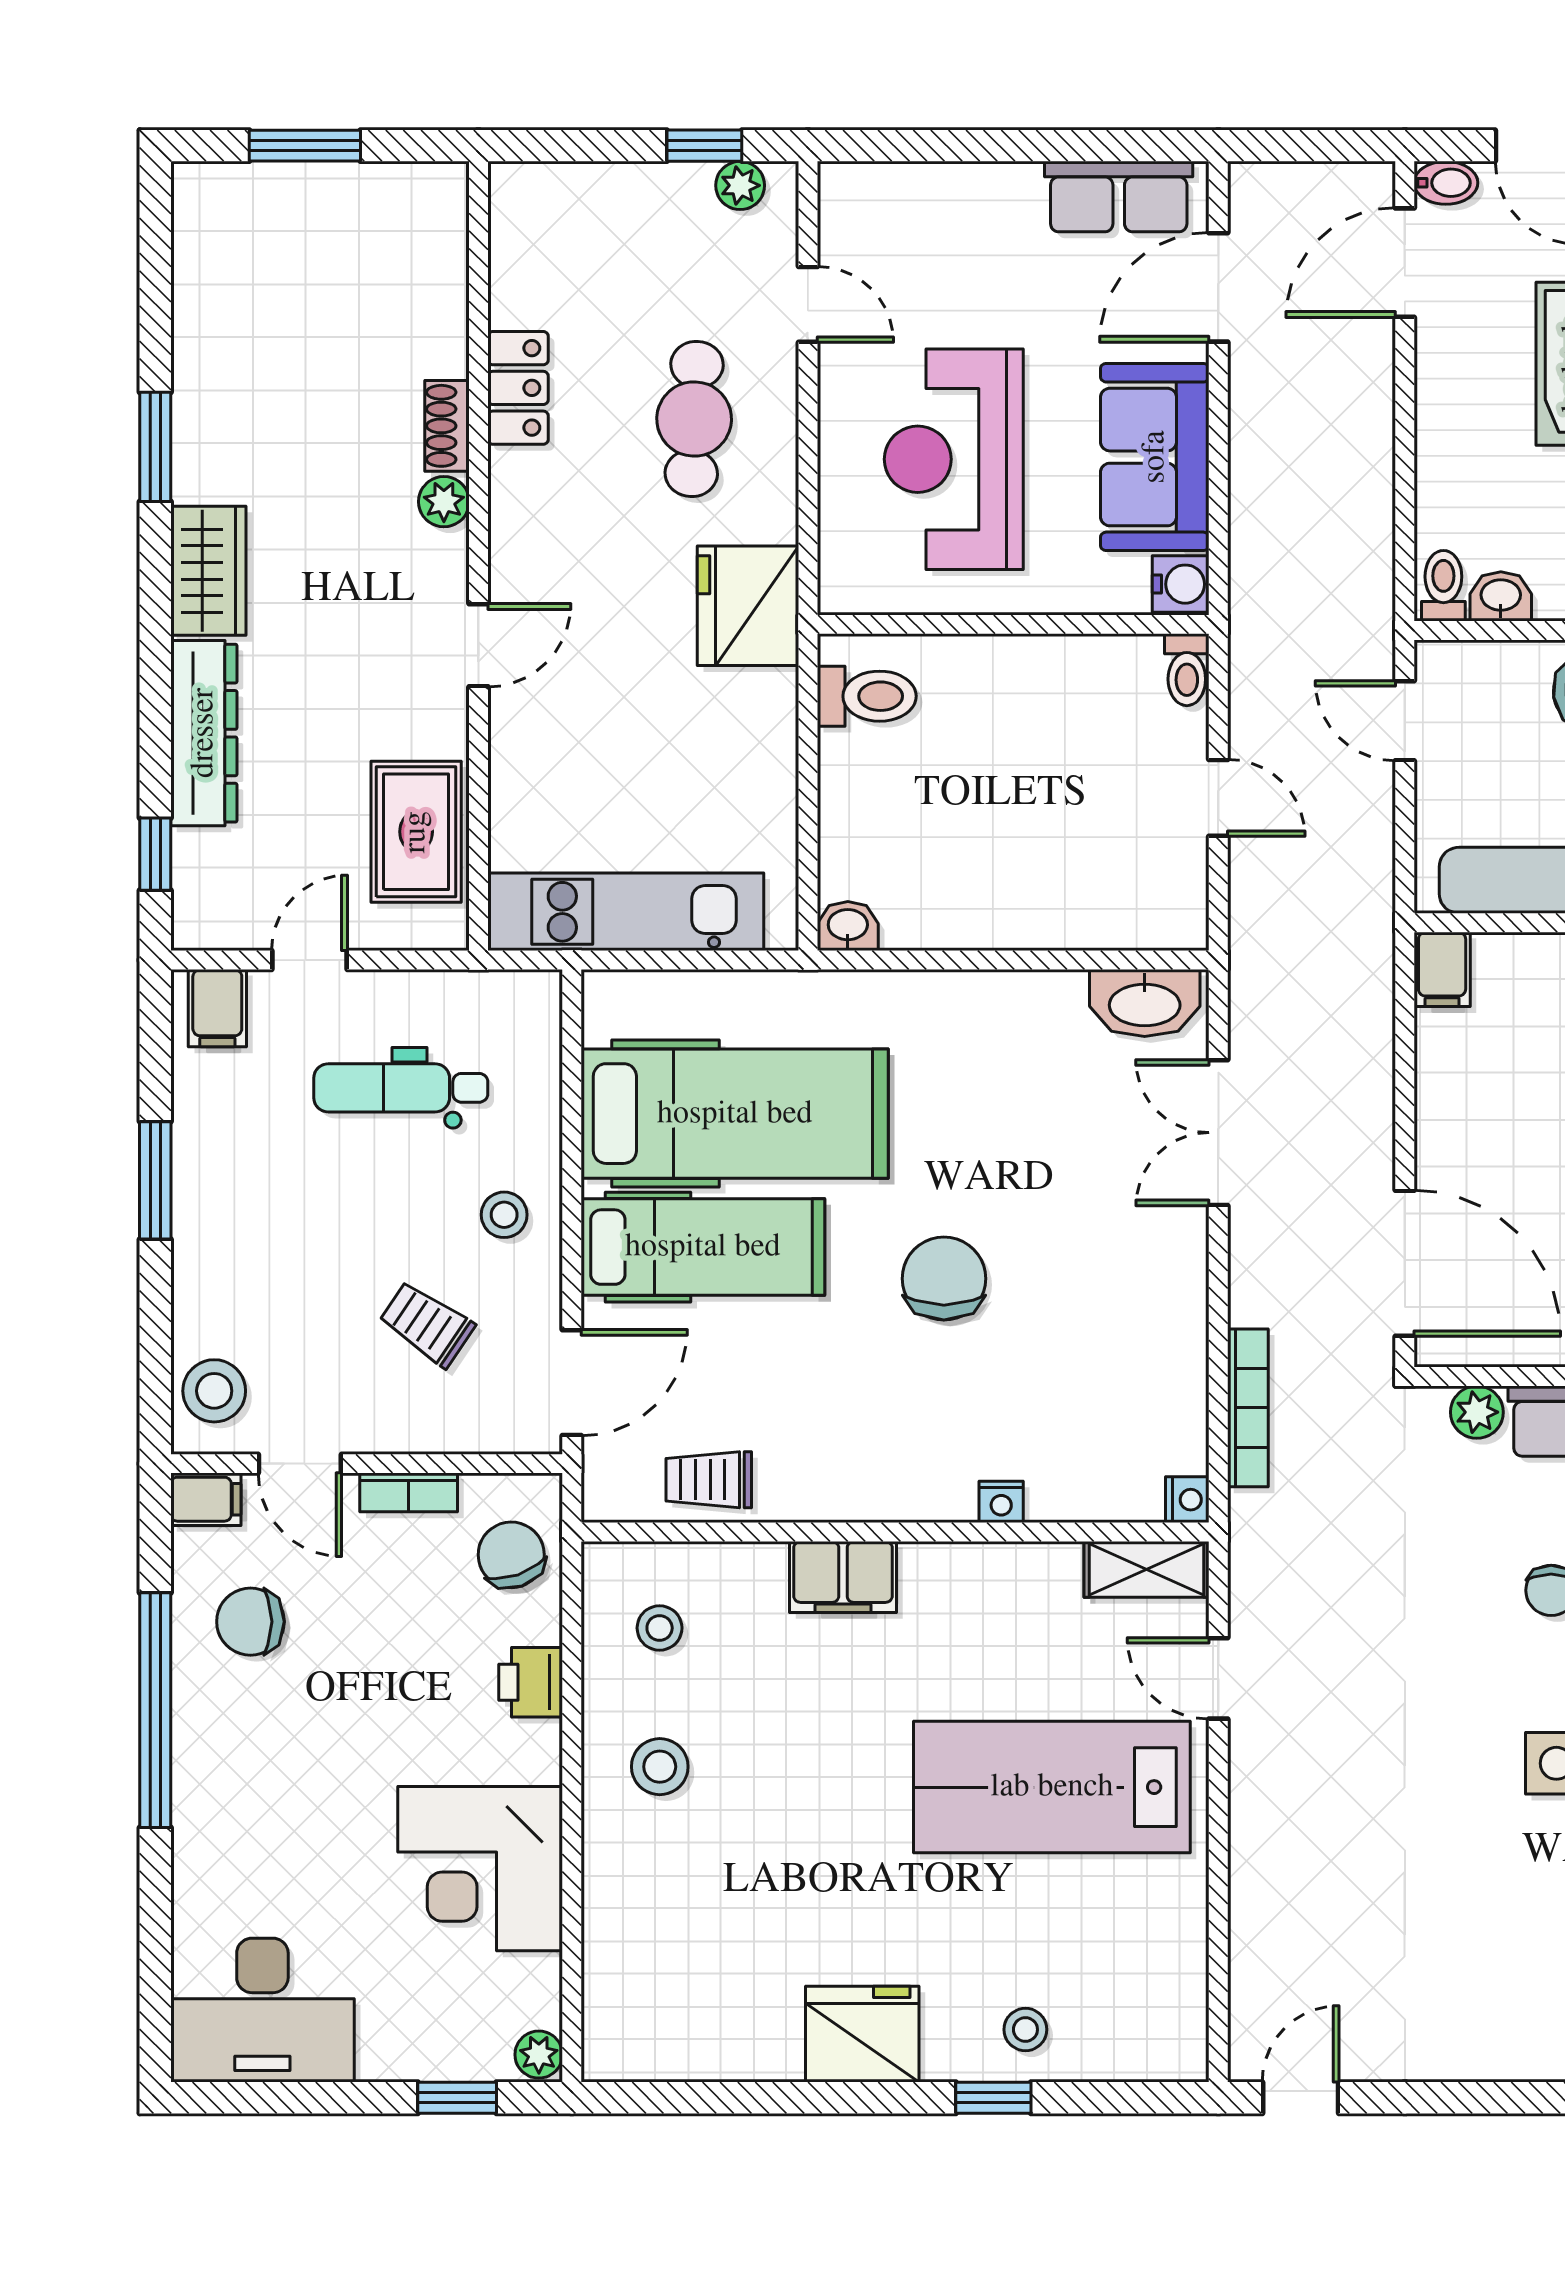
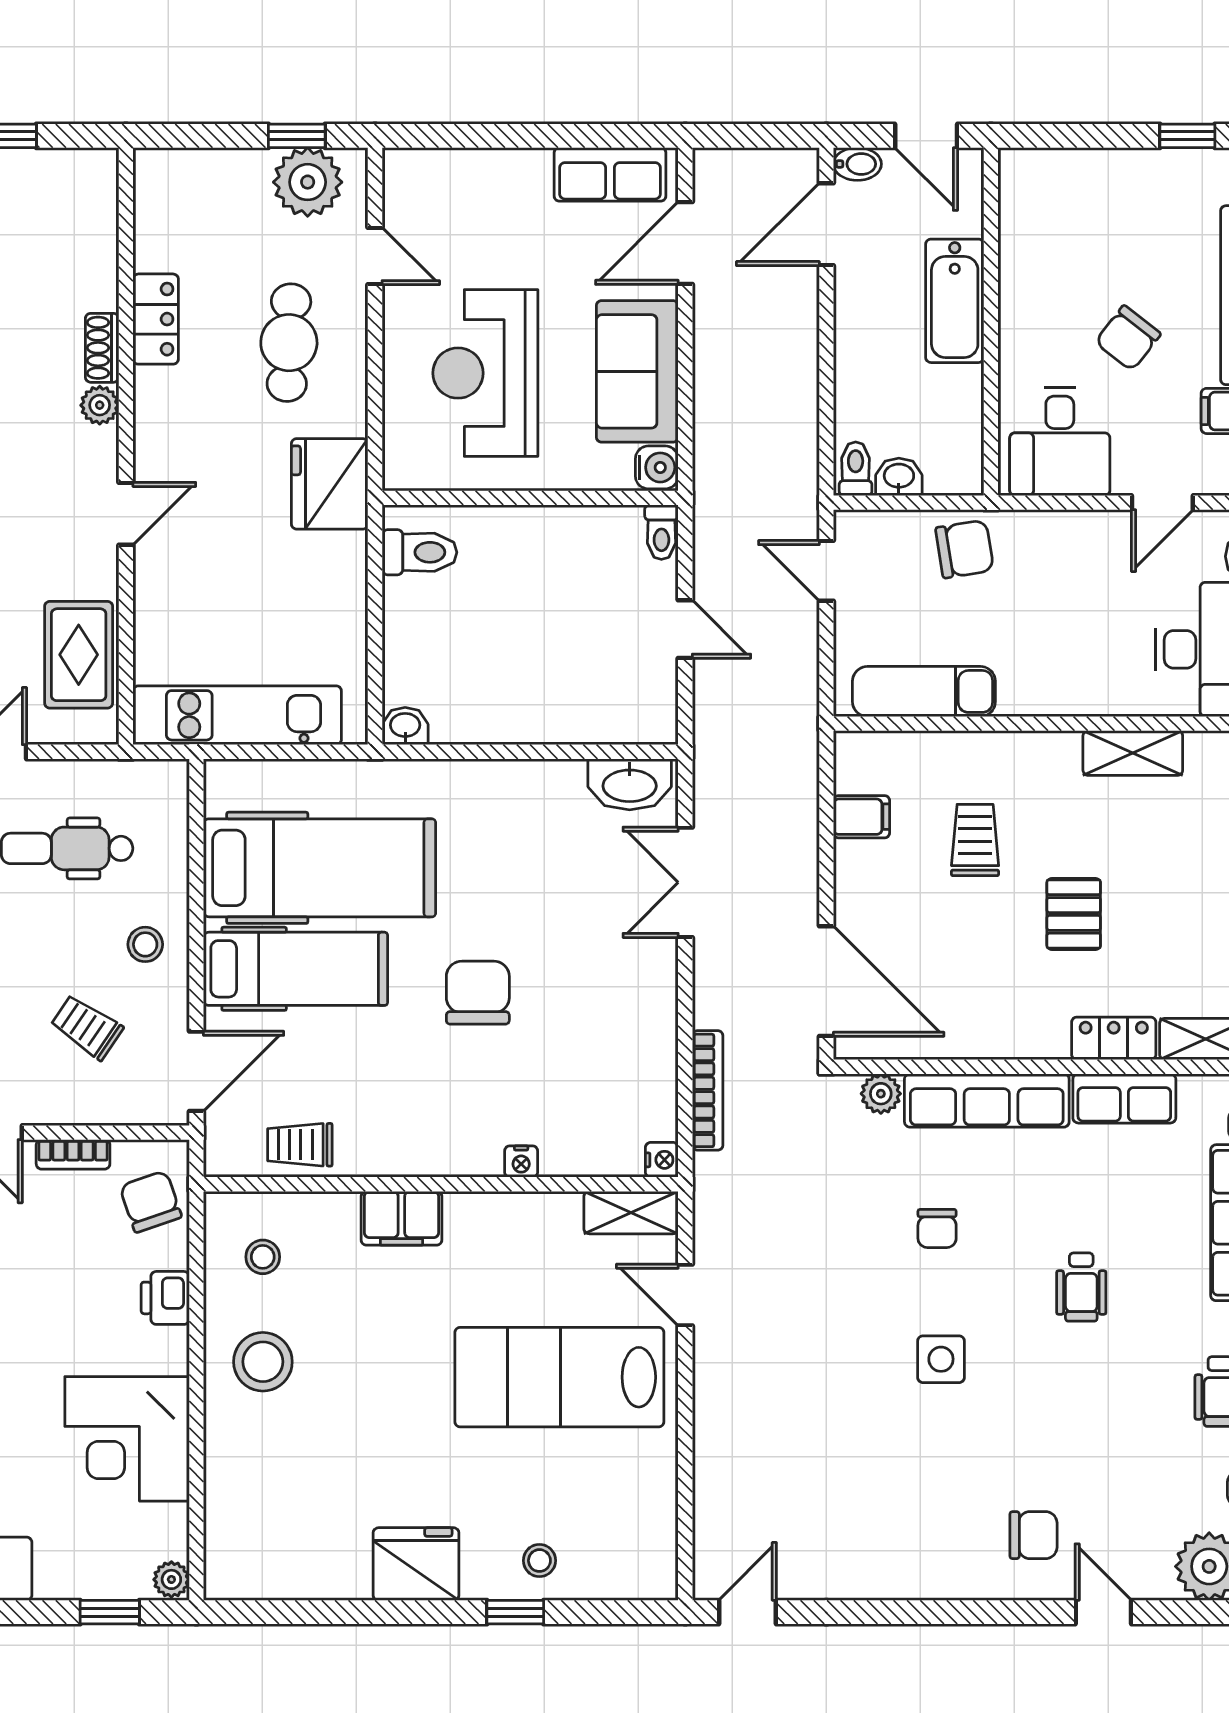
plant: (740, 185) -> (308, 182), width x1.88, depth x1.88
filing cabinet: (1442, 969) -> (862, 817), moved, turned -90
stool: (660, 1767) -> (263, 1362), width x1.38, depth x1.38

